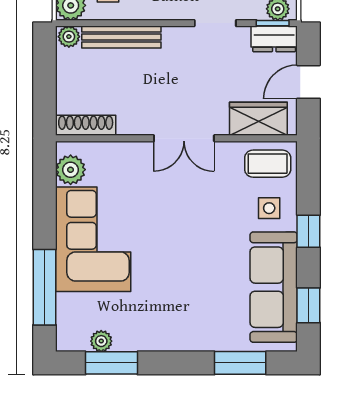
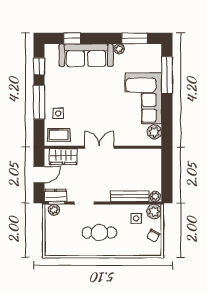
shoe rack: (86, 125) -> (147, 153), removed
window: (308, 231) -> (39, 102), width x2.17
sofa: (274, 287) -> (86, 55), moved, turned 90
plant: (101, 341) -> (119, 49), moved
window: (240, 363) -> (72, 38), width x0.67

